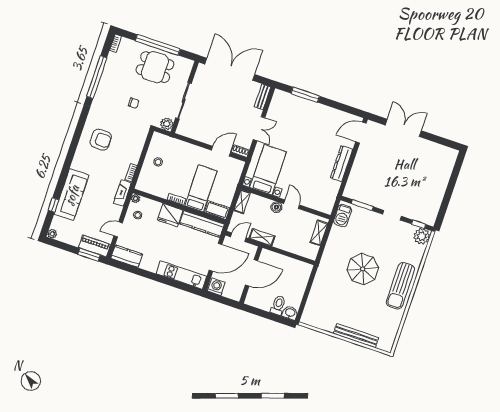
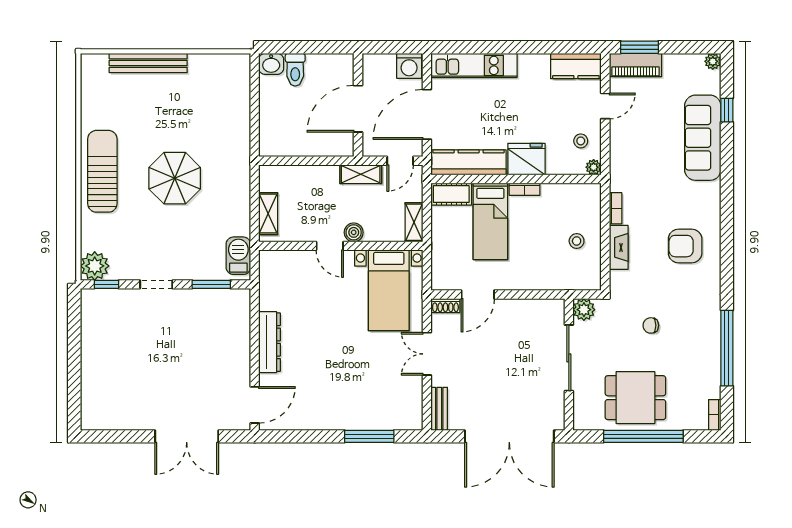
fireplace: (122, 193) -> (619, 247), moved

